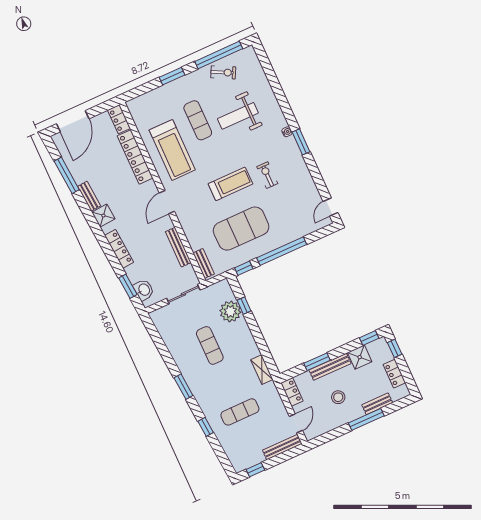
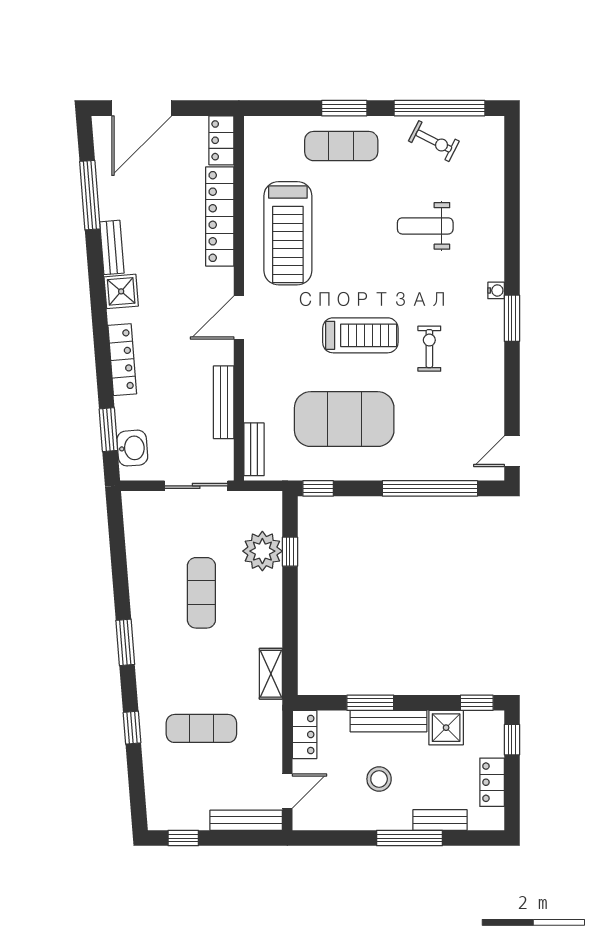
weight bench: (238, 116) -> (425, 226), width x0.73, depth x0.75
exercise mat: (198, 120) -> (341, 146), moved, turned 90
window: (282, 251) -> (430, 488), moved

